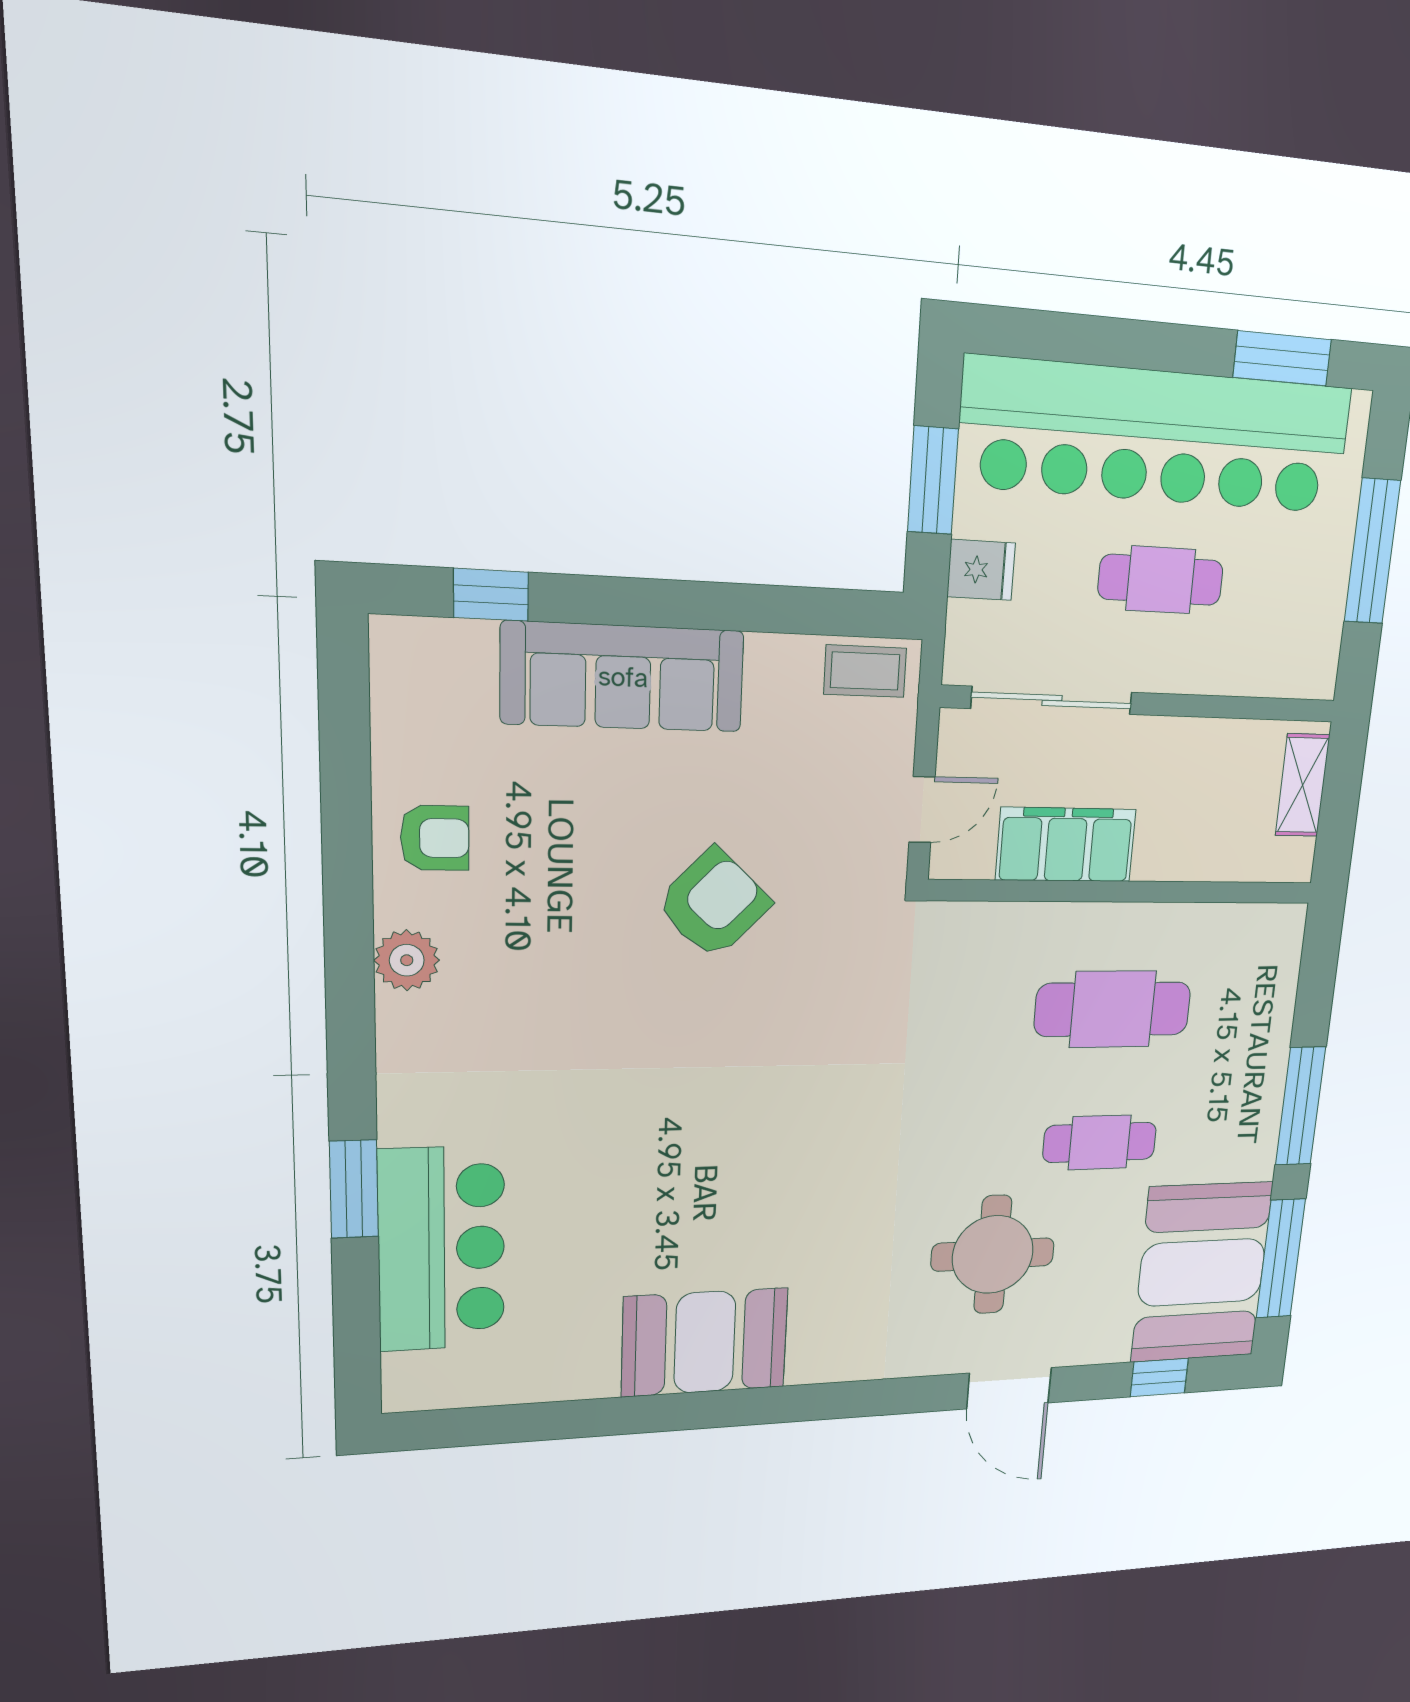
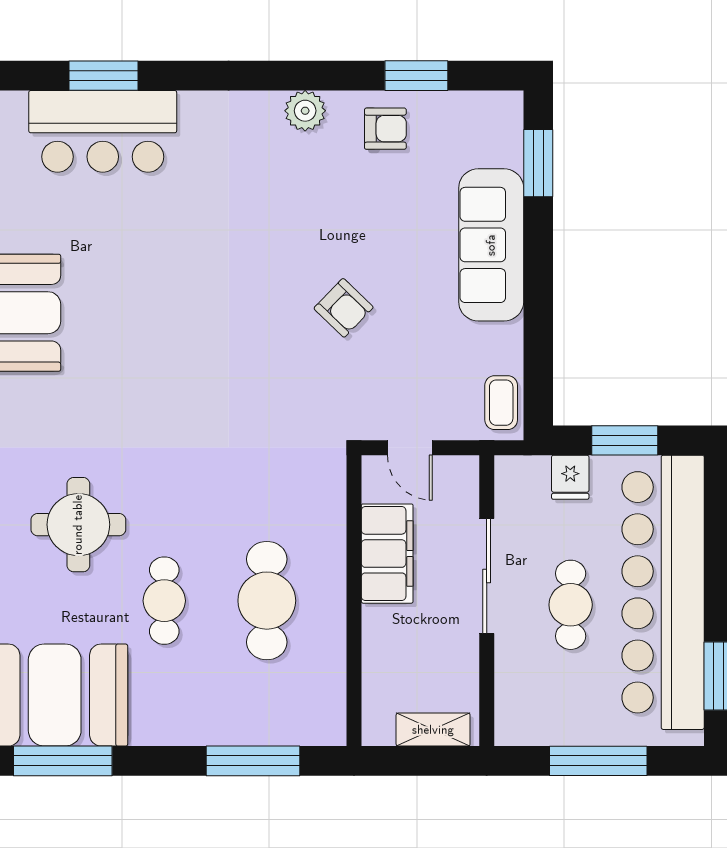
window: (491, 595) -> (538, 163), width x1.50
sliding door: (1052, 700) -> (487, 576), moved
window: (346, 787) -> (416, 76), added
armchair: (435, 838) -> (385, 129), turned -90
armchair: (714, 904) -> (344, 308), width x0.72, depth x0.72
window: (1300, 1106) -> (253, 761), moved
window: (354, 1189) -> (103, 76), moved

